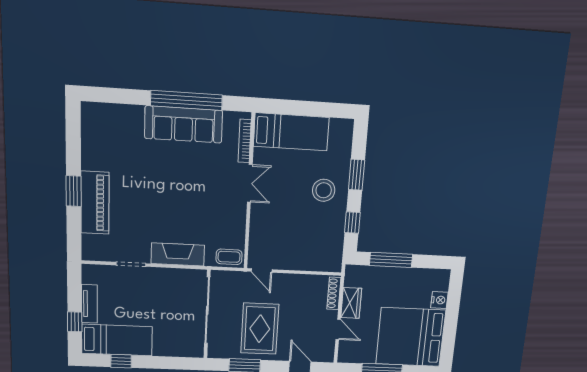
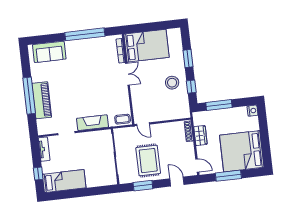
sofa: (184, 124) -> (49, 52), moved, width x0.73
bed: (291, 132) -> (146, 46), width x1.50
stool: (324, 190) -> (172, 83), moved
window: (74, 191) -> (29, 96), width x2.11
nightstand: (439, 300) -> (253, 111), moved
tv unit: (89, 304) -> (44, 149), moved
door: (338, 329) -> (197, 166), moved
window: (121, 361) -> (68, 194), removed

